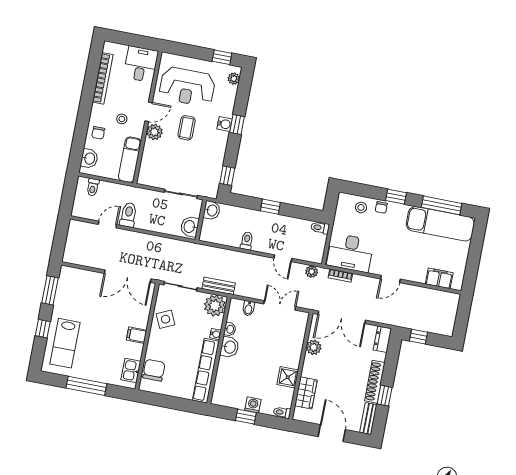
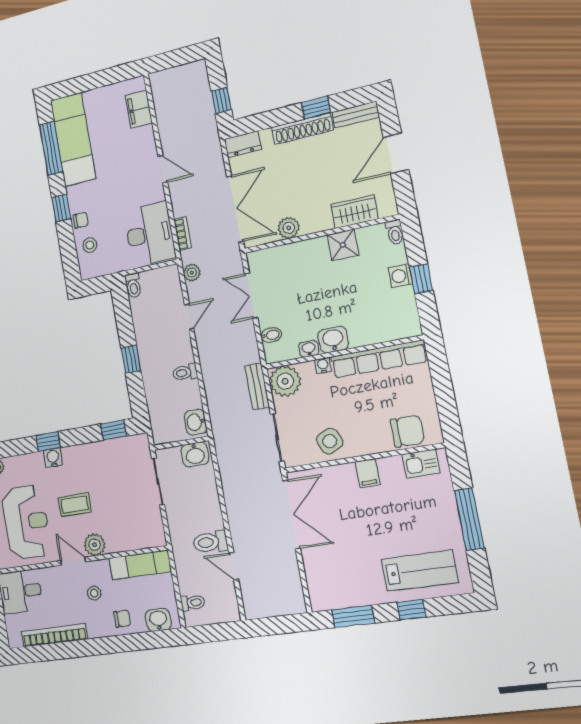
washbasin: (212, 210) -> (195, 422), moved, turned -90
chair: (154, 370) -> (407, 431), turned 180

